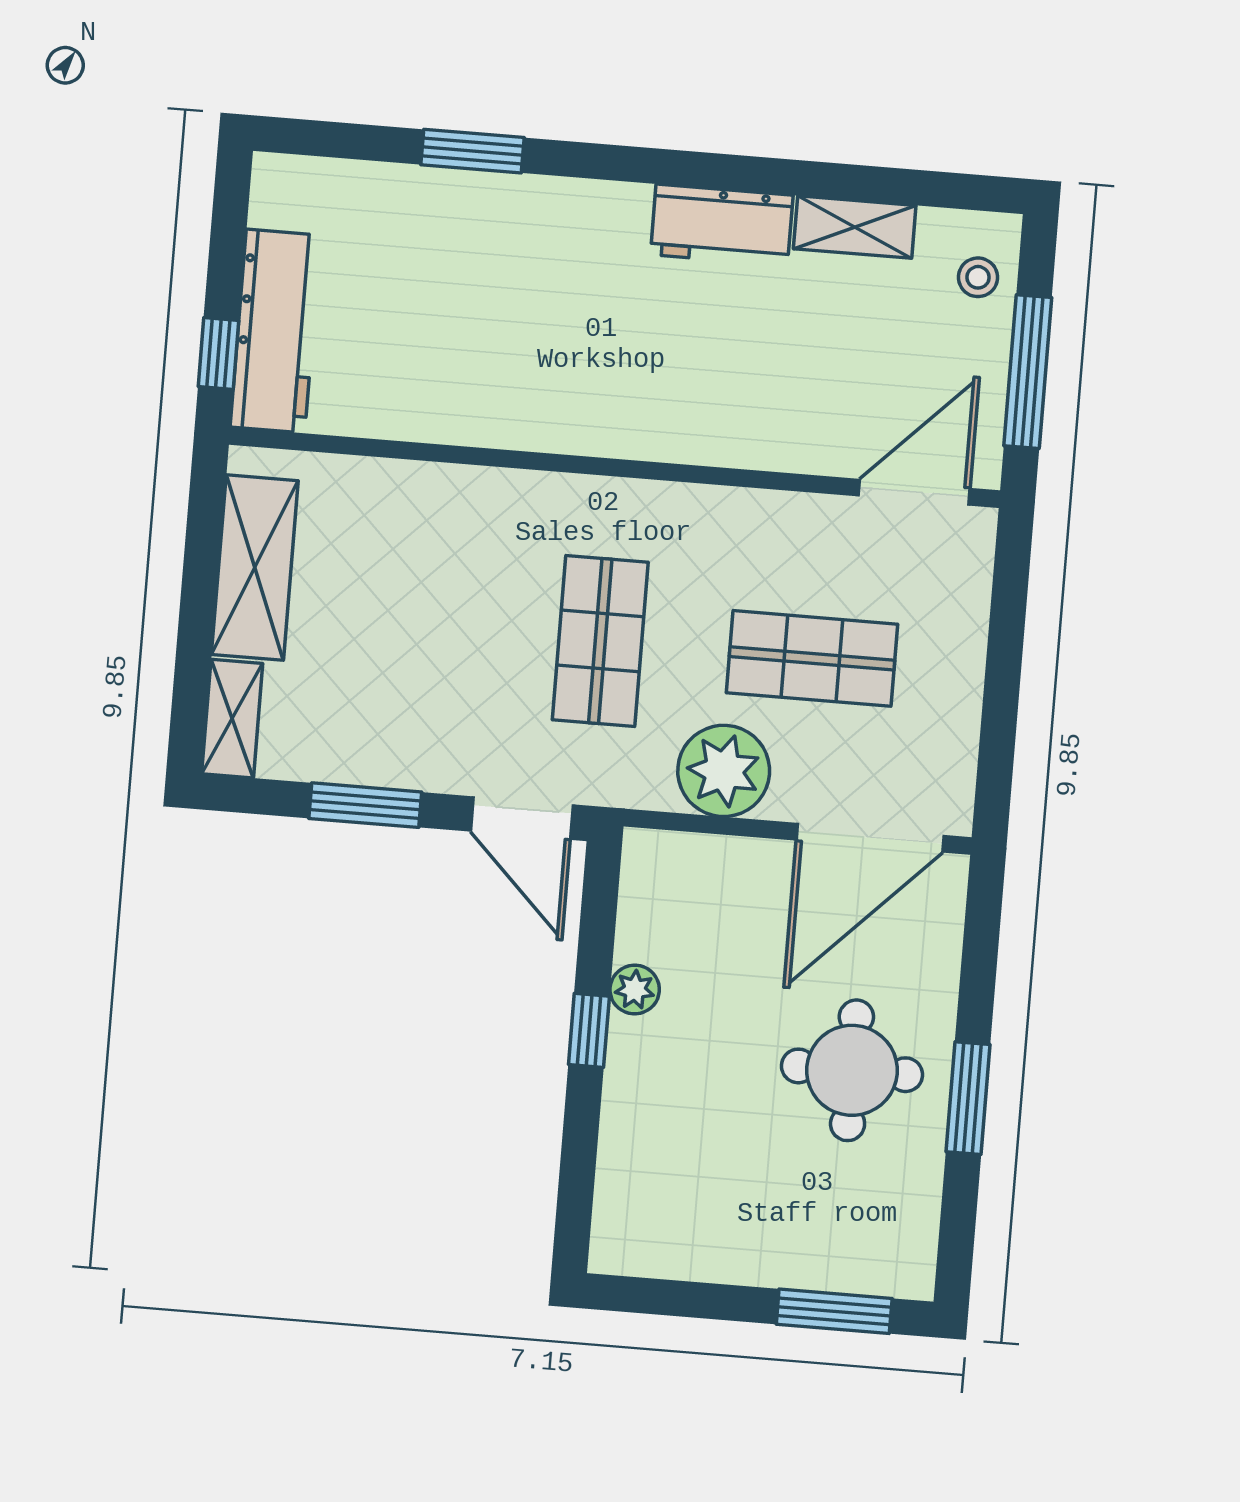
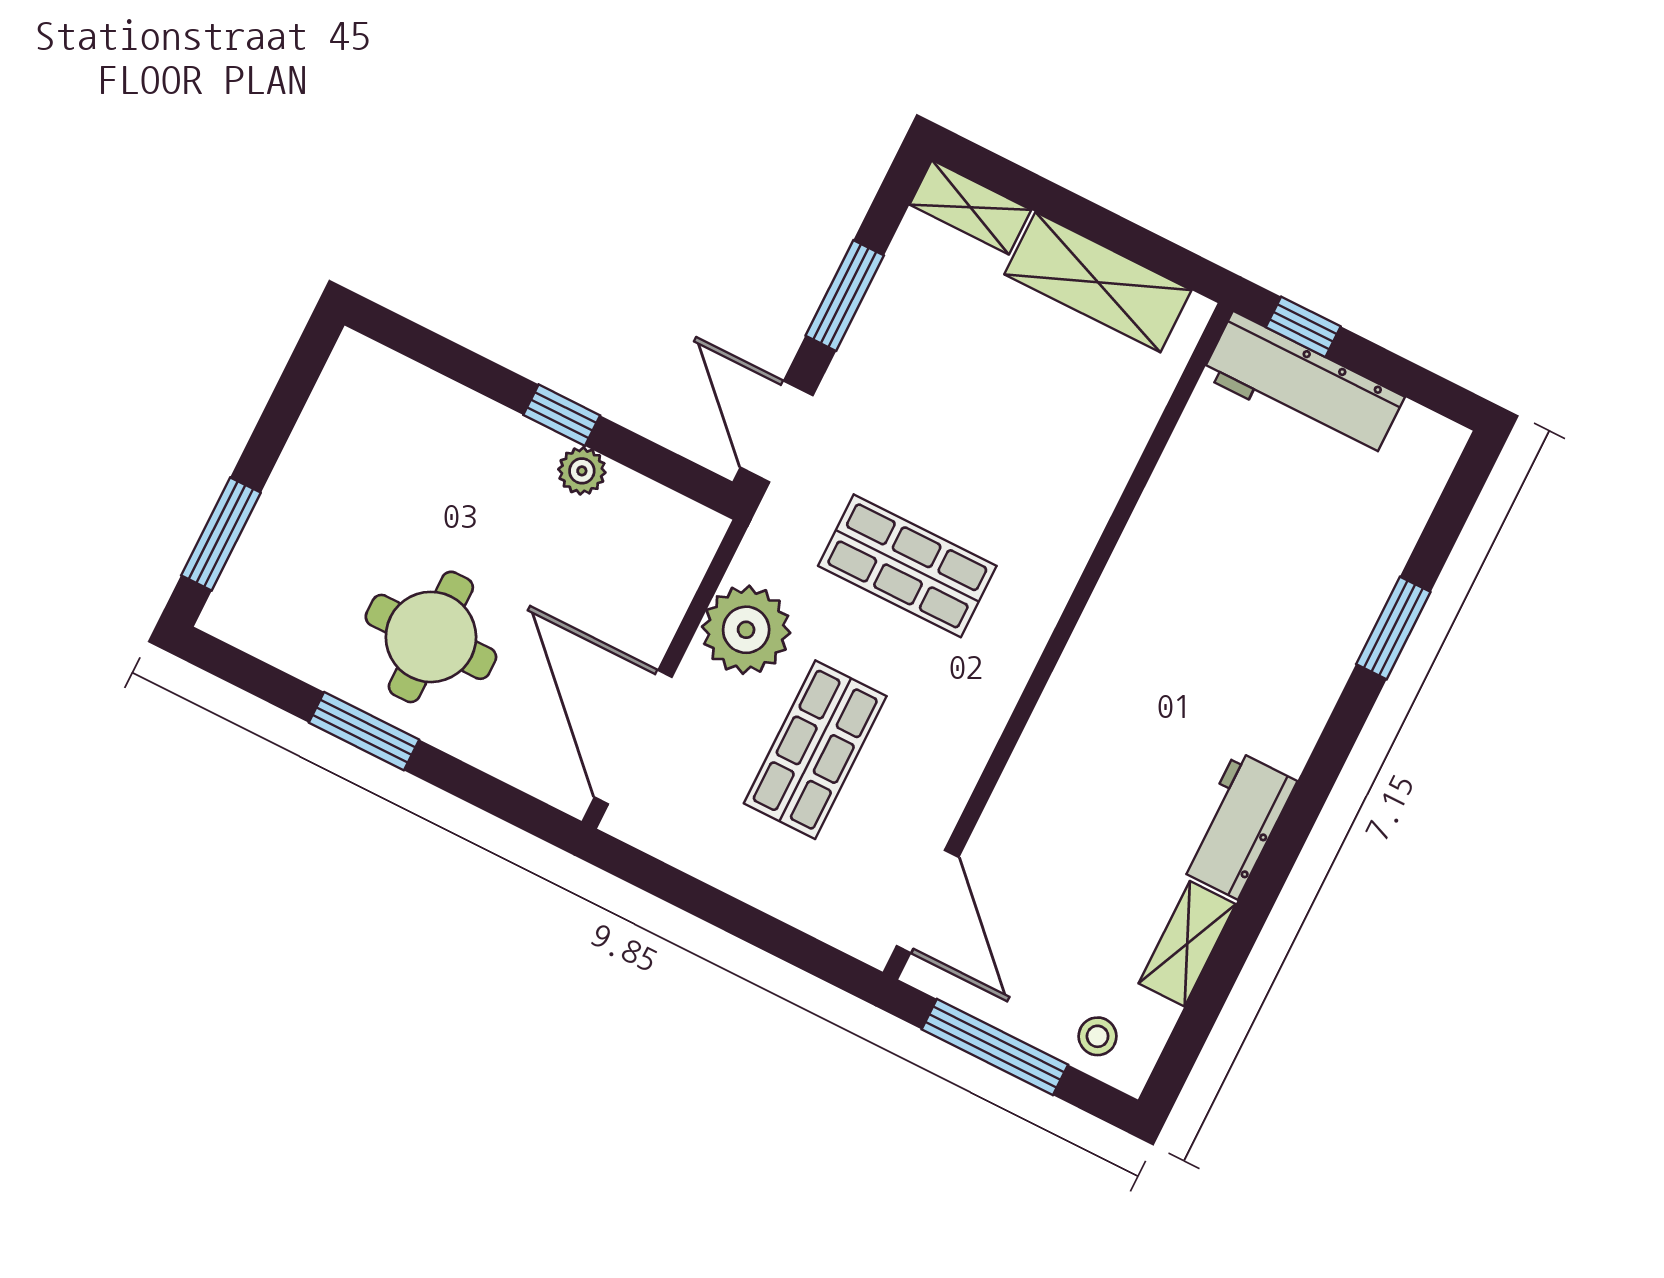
door: (522, 818) -> (777, 431), hinge flipped

